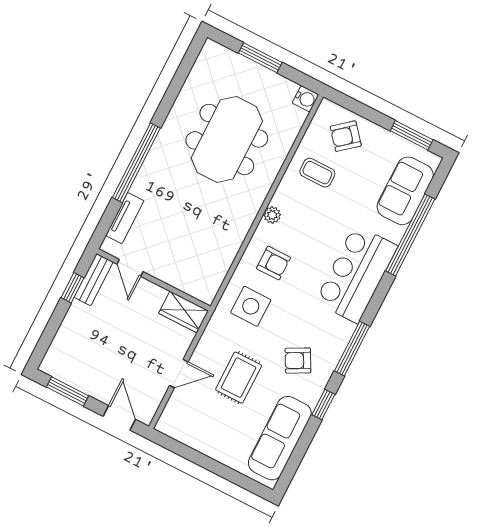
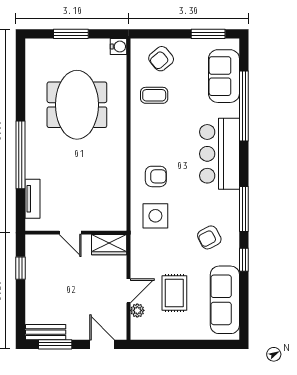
plant: (272, 215) -> (137, 310), moved
door: (130, 268) -> (70, 233), moved
bench: (94, 280) -> (46, 332), moved, turned 90
rug: (239, 378) -> (174, 293), moved

